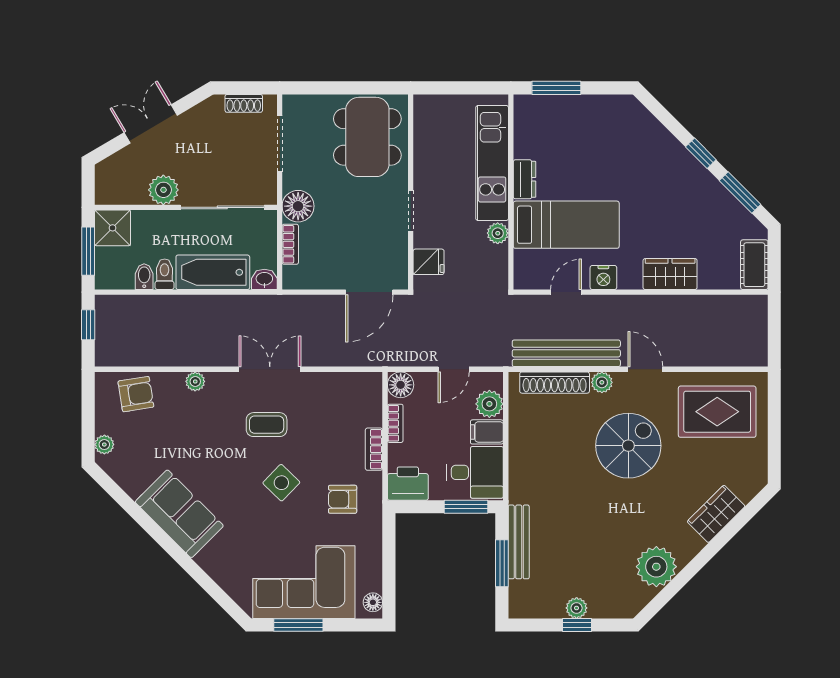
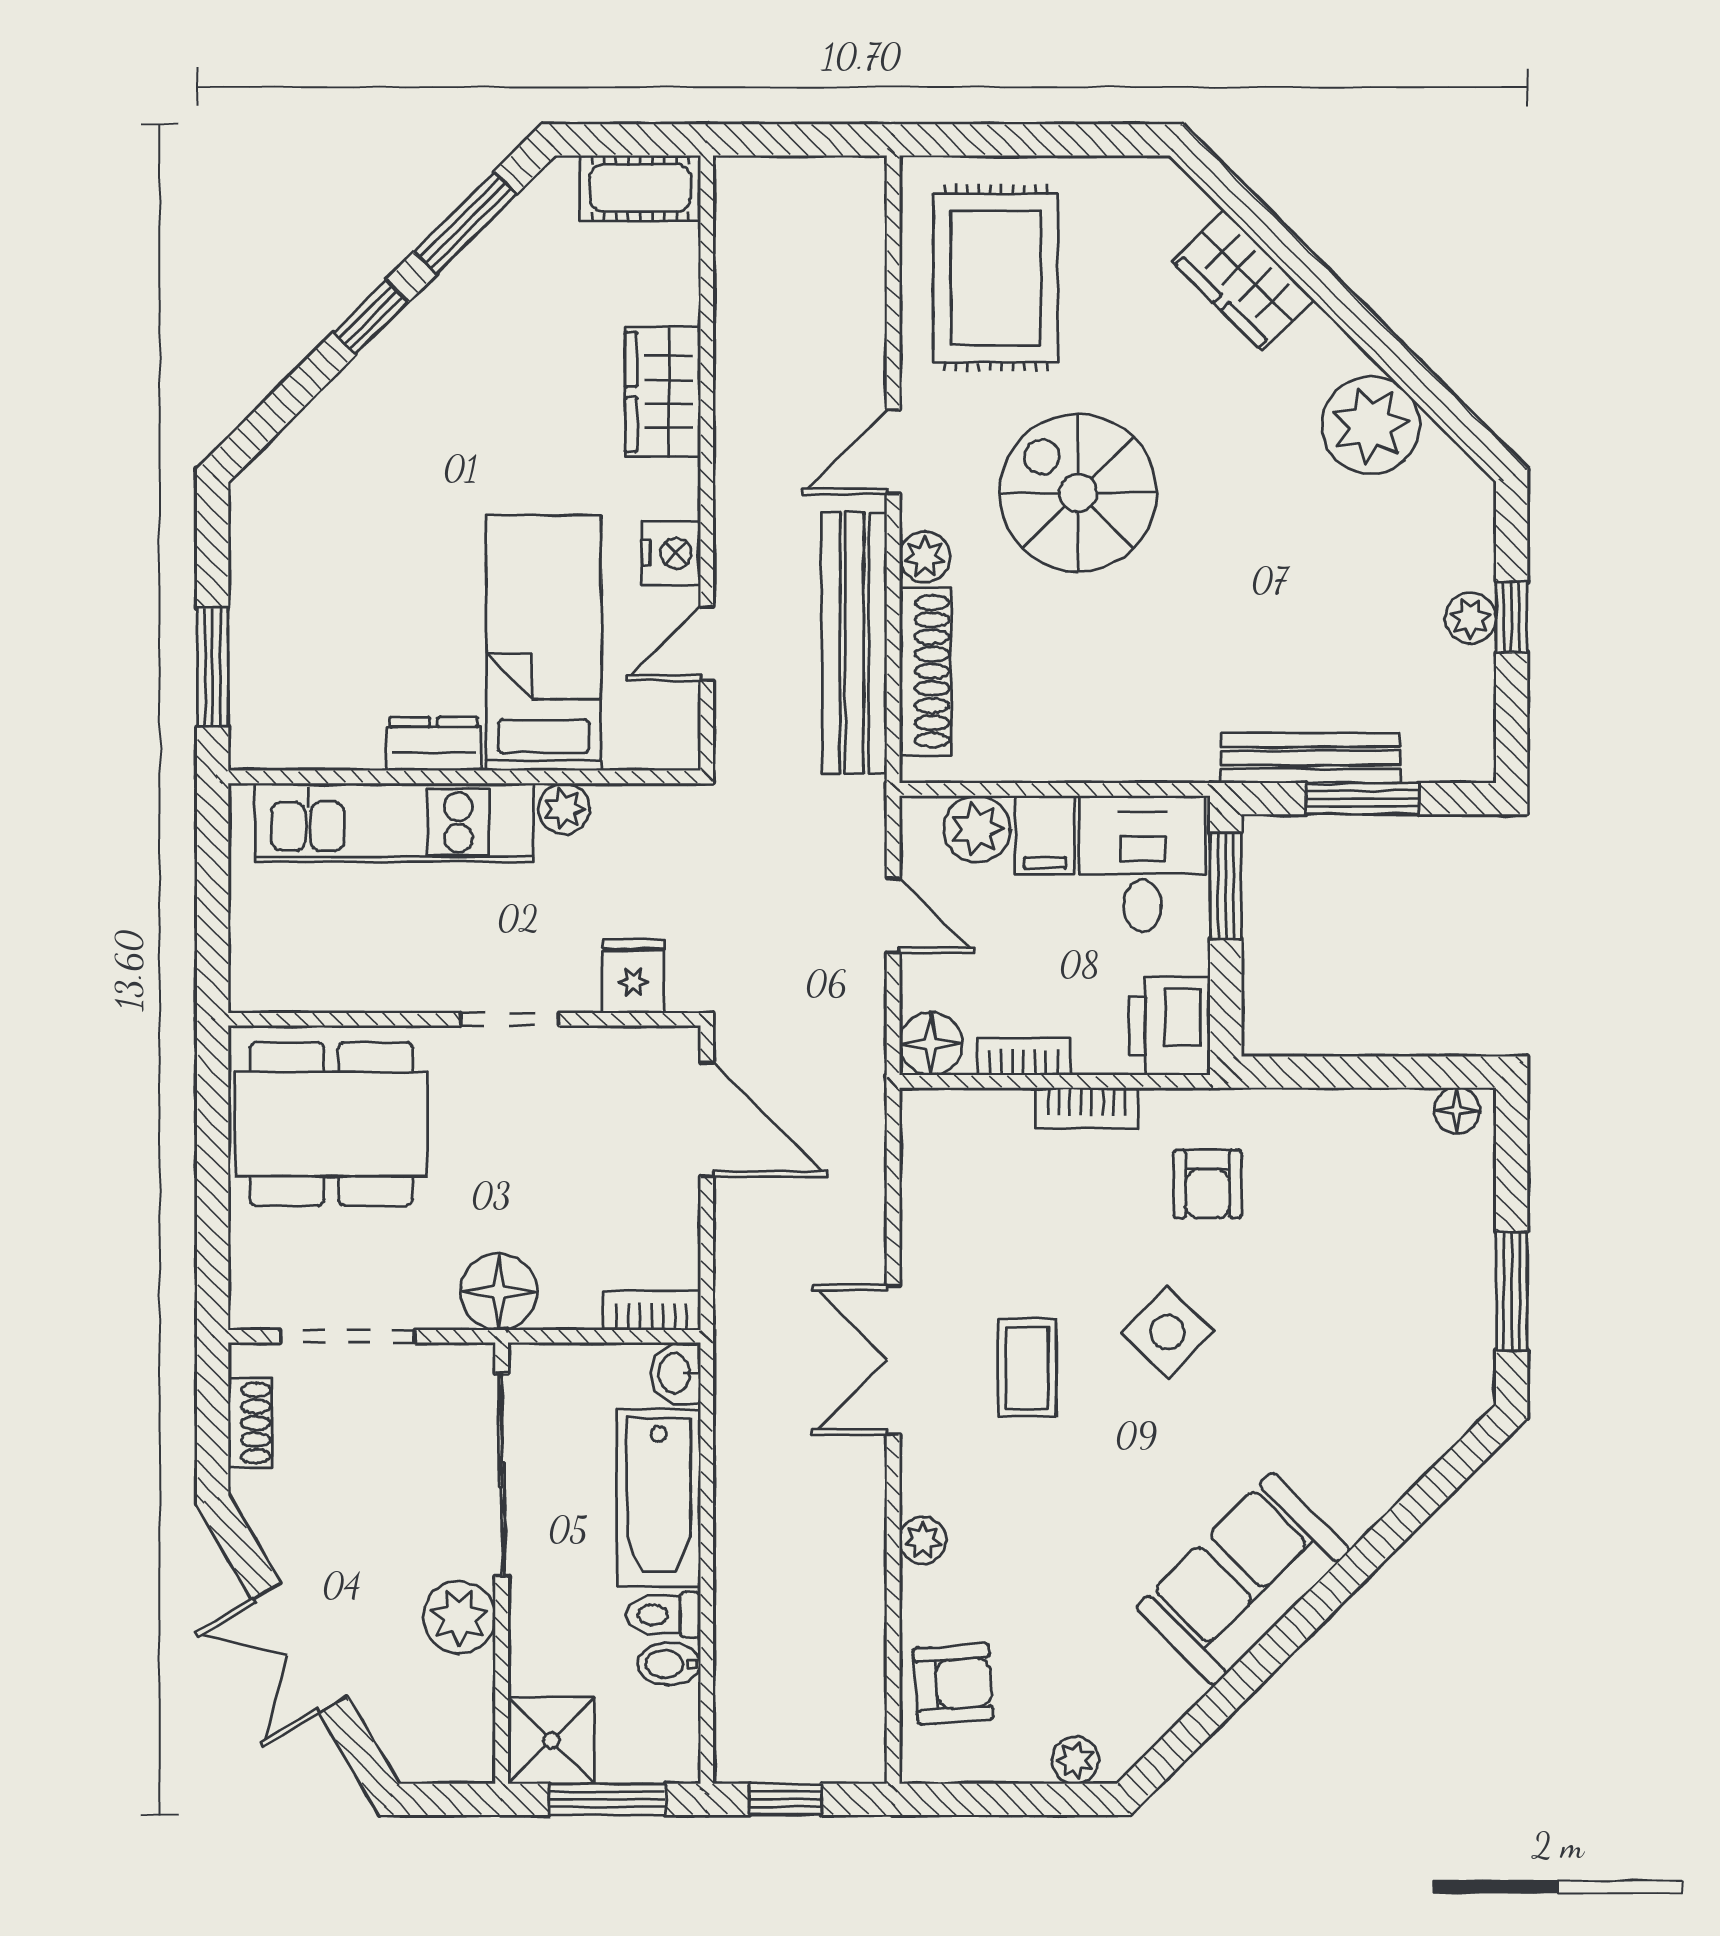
bookcase: (290, 244) -> (652, 1310), moved
door: (566, 292) -> (707, 644), hinge flipped
armchair: (136, 394) -> (953, 1684), turned 95
corner sofa: (304, 582) -> (1408, 1278), removed

